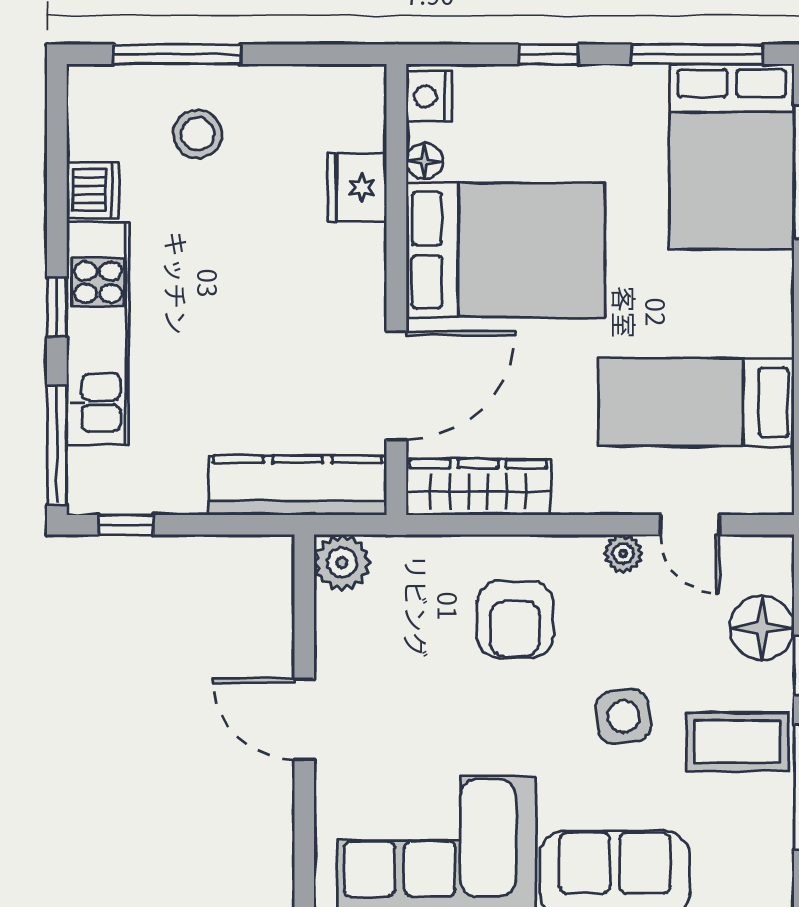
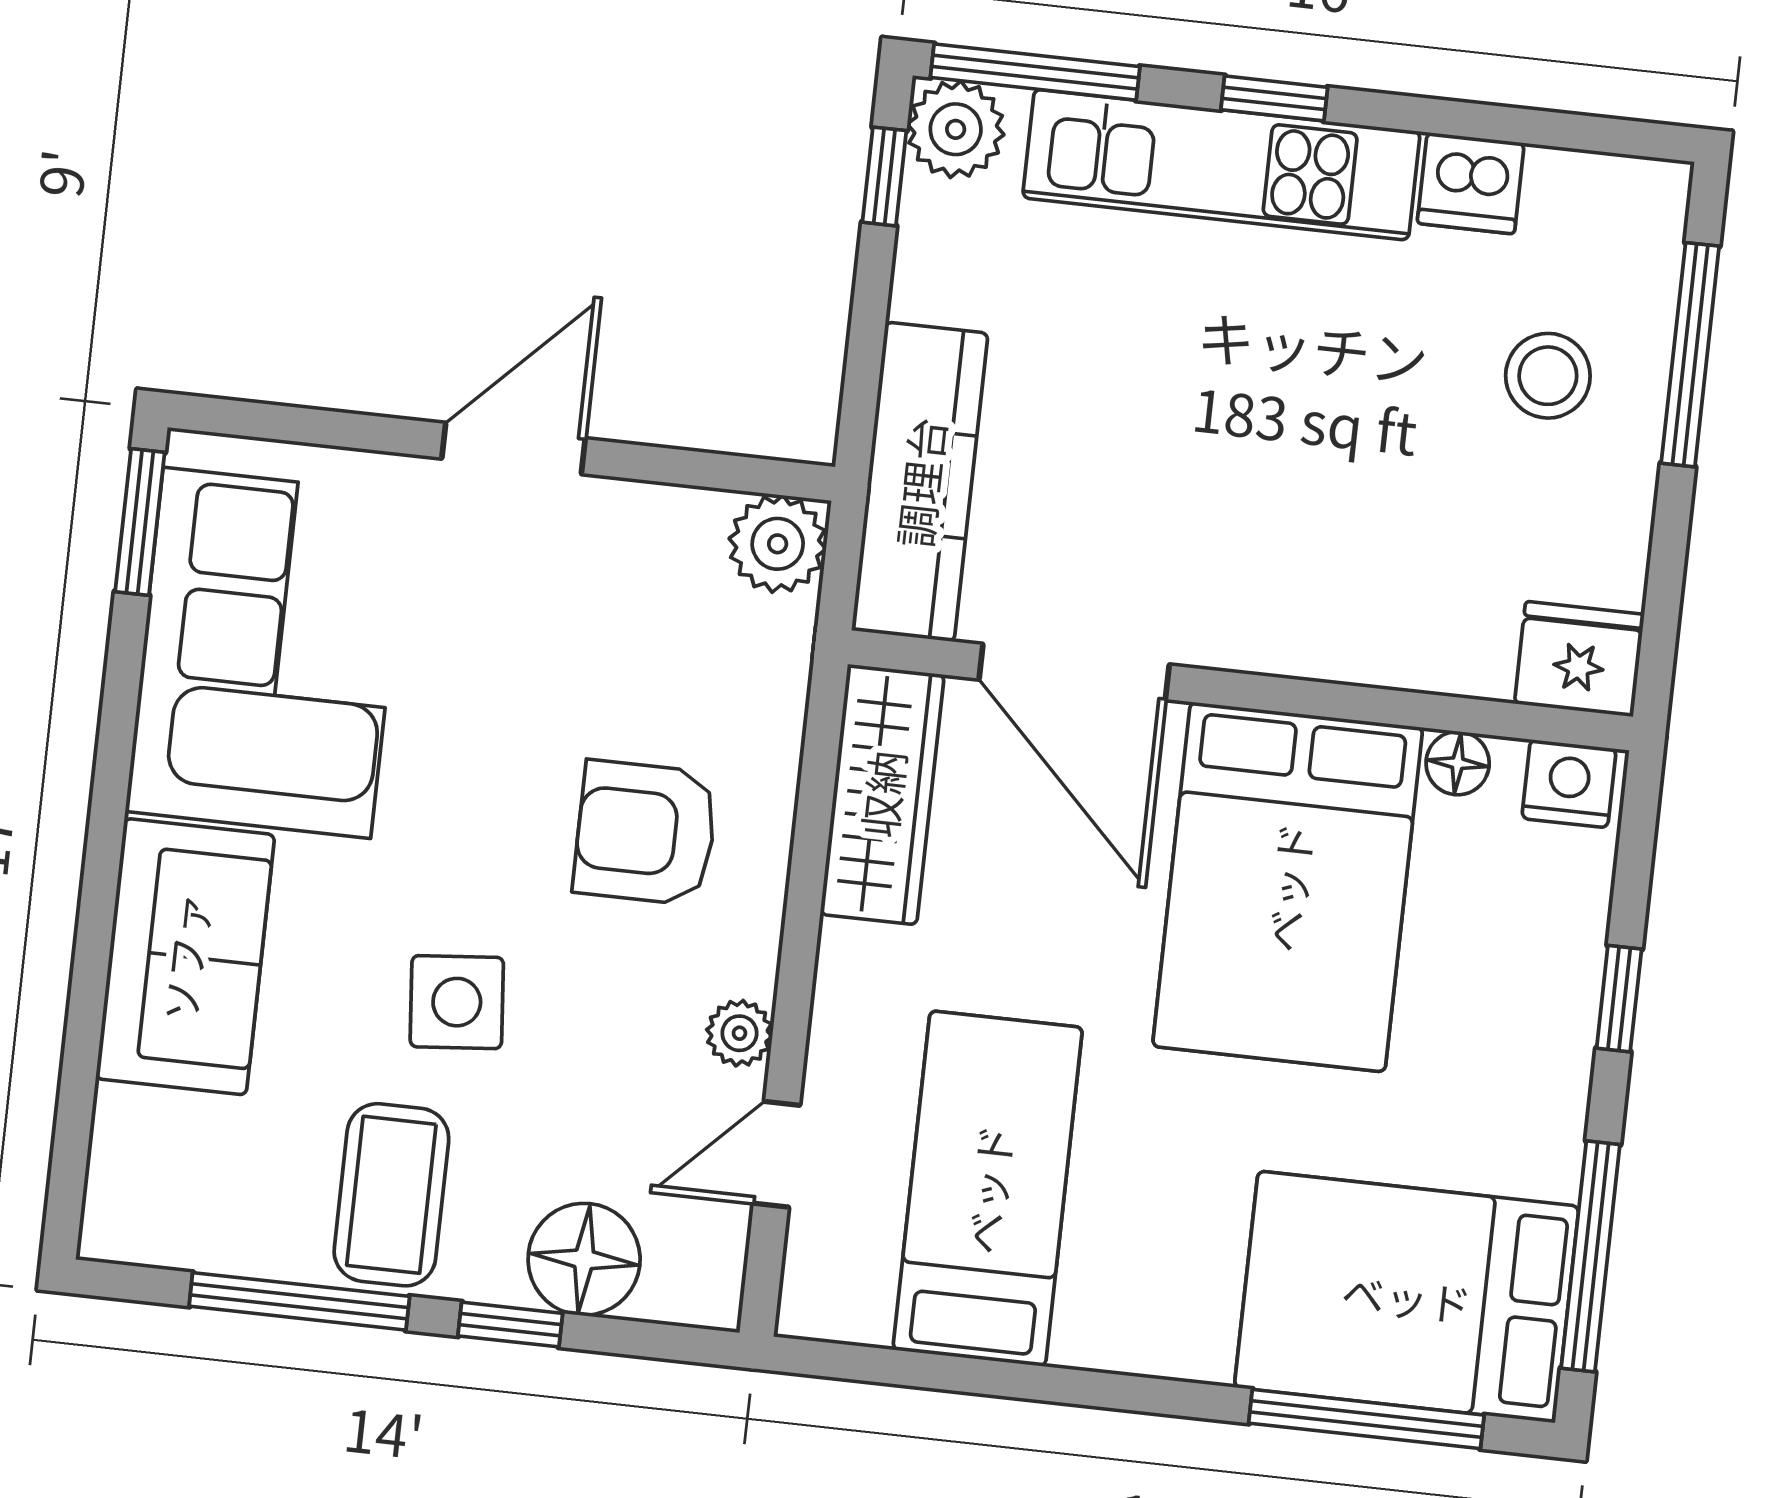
fridge: (357, 187) -> (1579, 659), moved
plant: (94, 487) -> (956, 129), added

